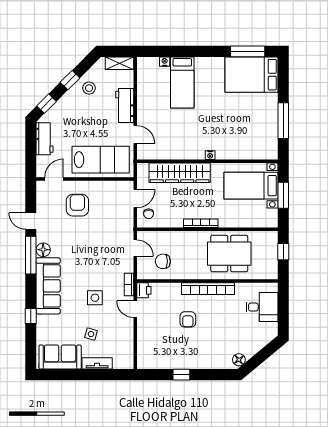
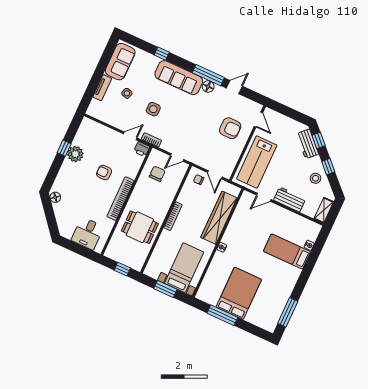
bed: (251, 75) -> (239, 293), moved
workbench: (45, 139) -> (308, 144), moved, turned 45
dining table: (229, 254) -> (140, 227), width x0.73
plant: (182, 360) -> (75, 154), added

